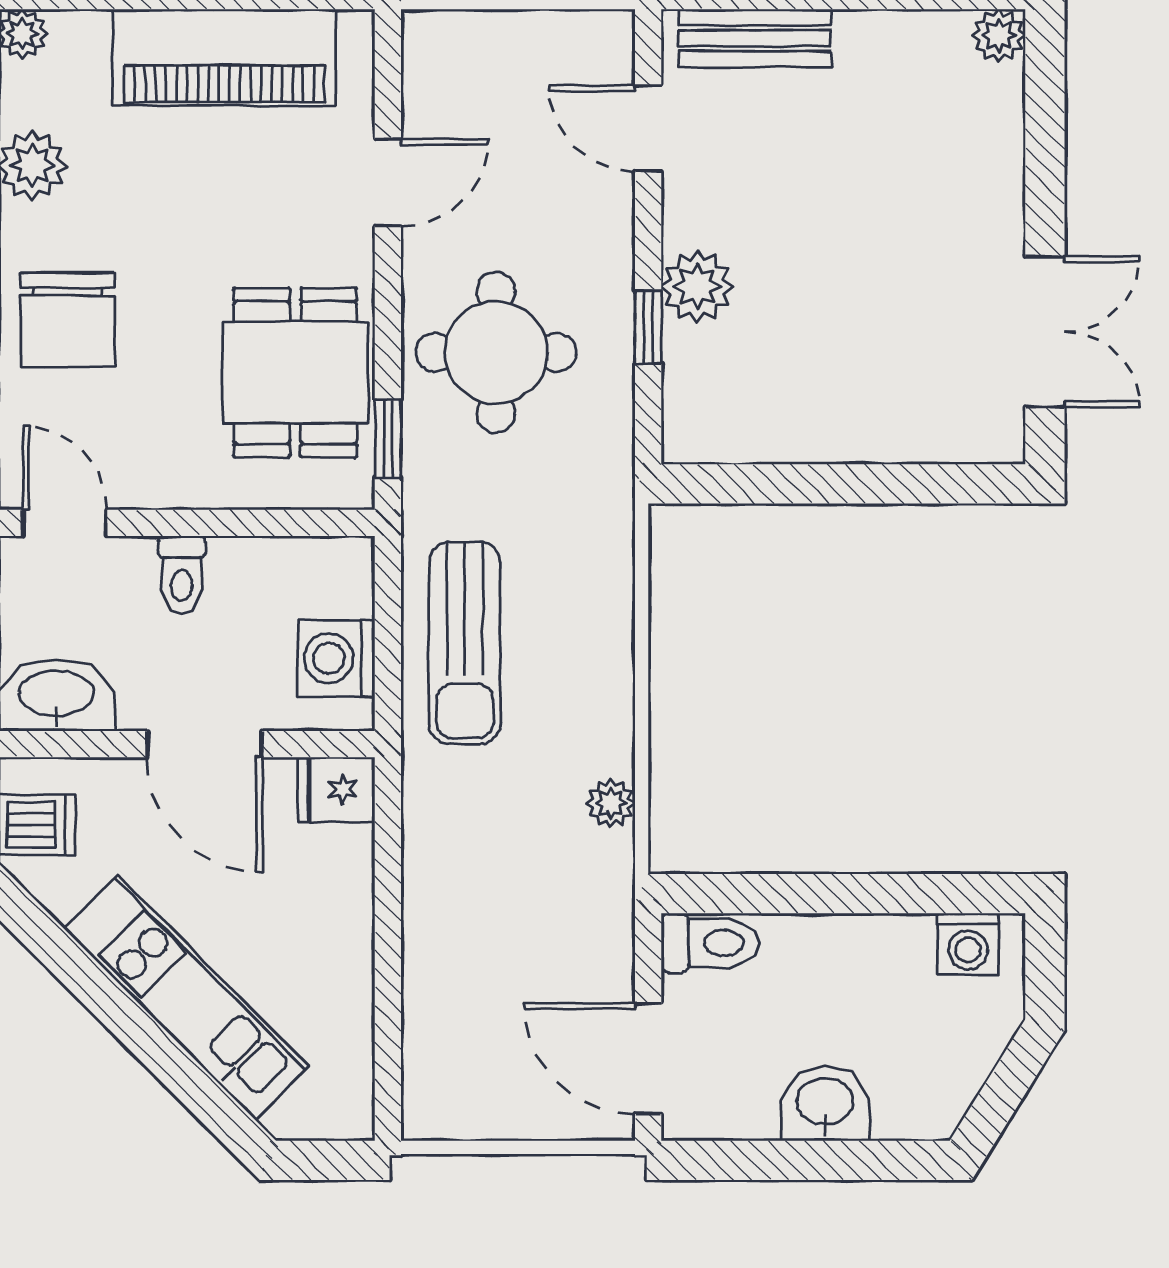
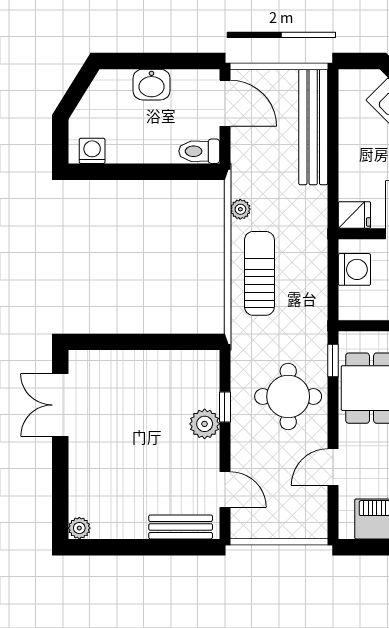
sun lounger: (465, 643) -> (259, 273), moved
bench: (436, 1001) -> (313, 127), added

